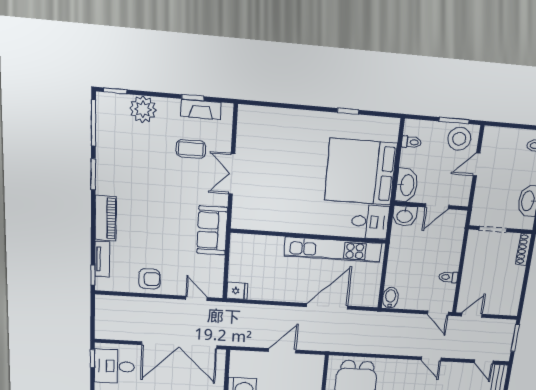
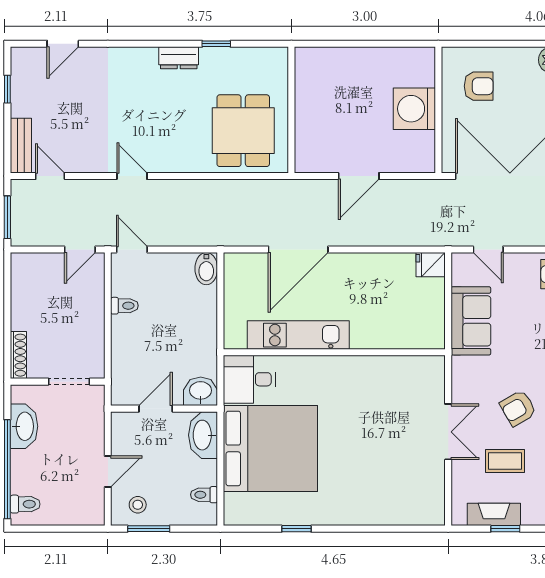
stool: (459, 139) -> (138, 505), width x0.53, depth x0.53
armchair: (180, 187) -> (518, 408), added
sofa: (212, 230) -> (471, 321), moved
kitchen unit: (333, 250) -> (298, 335), width x0.73

